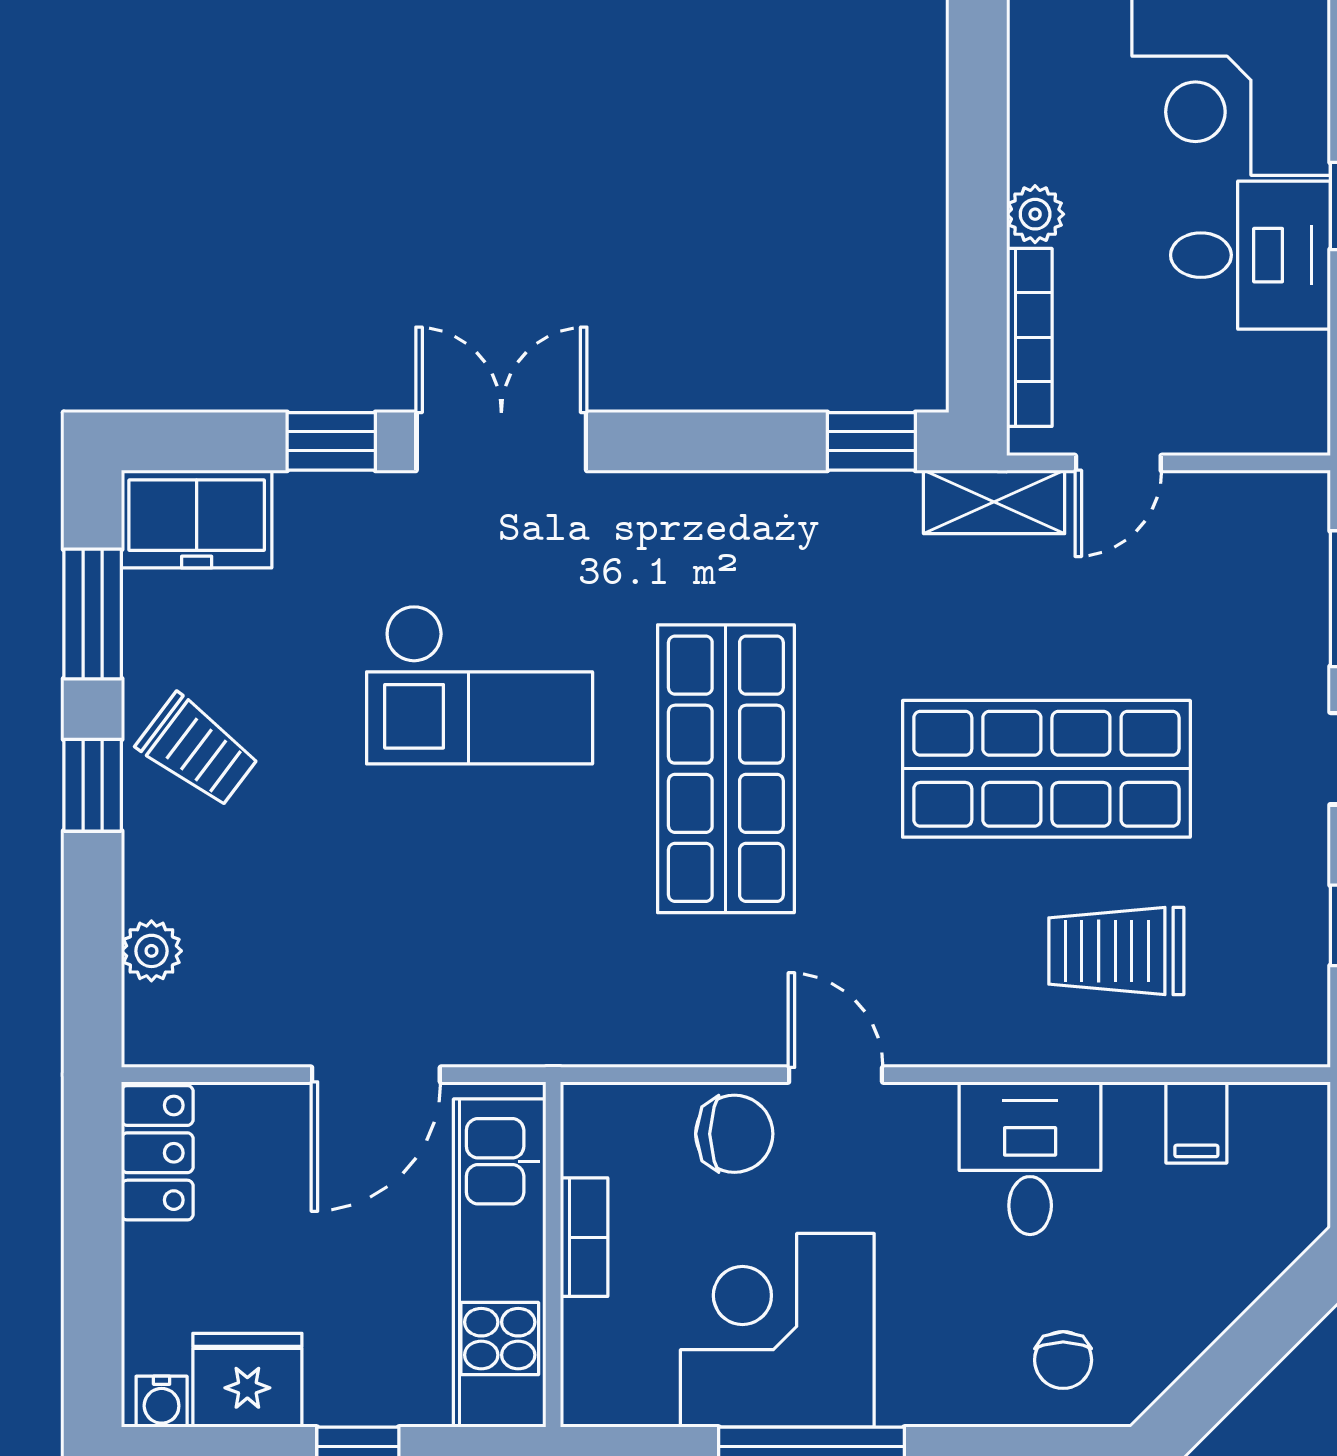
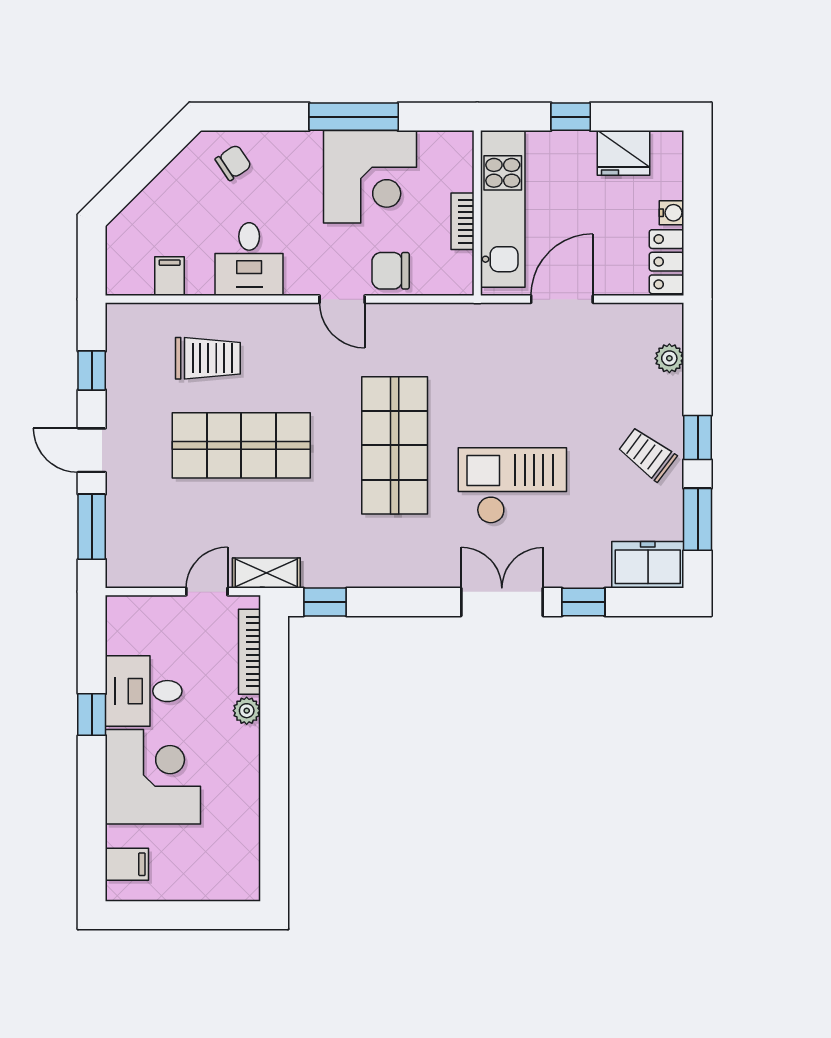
double door: (501, 441) -> (502, 602), swing flipped
chair: (1063, 1360) -> (233, 163), turned 56
water cooler: (162, 1402) -> (672, 213), moved, turned 90

